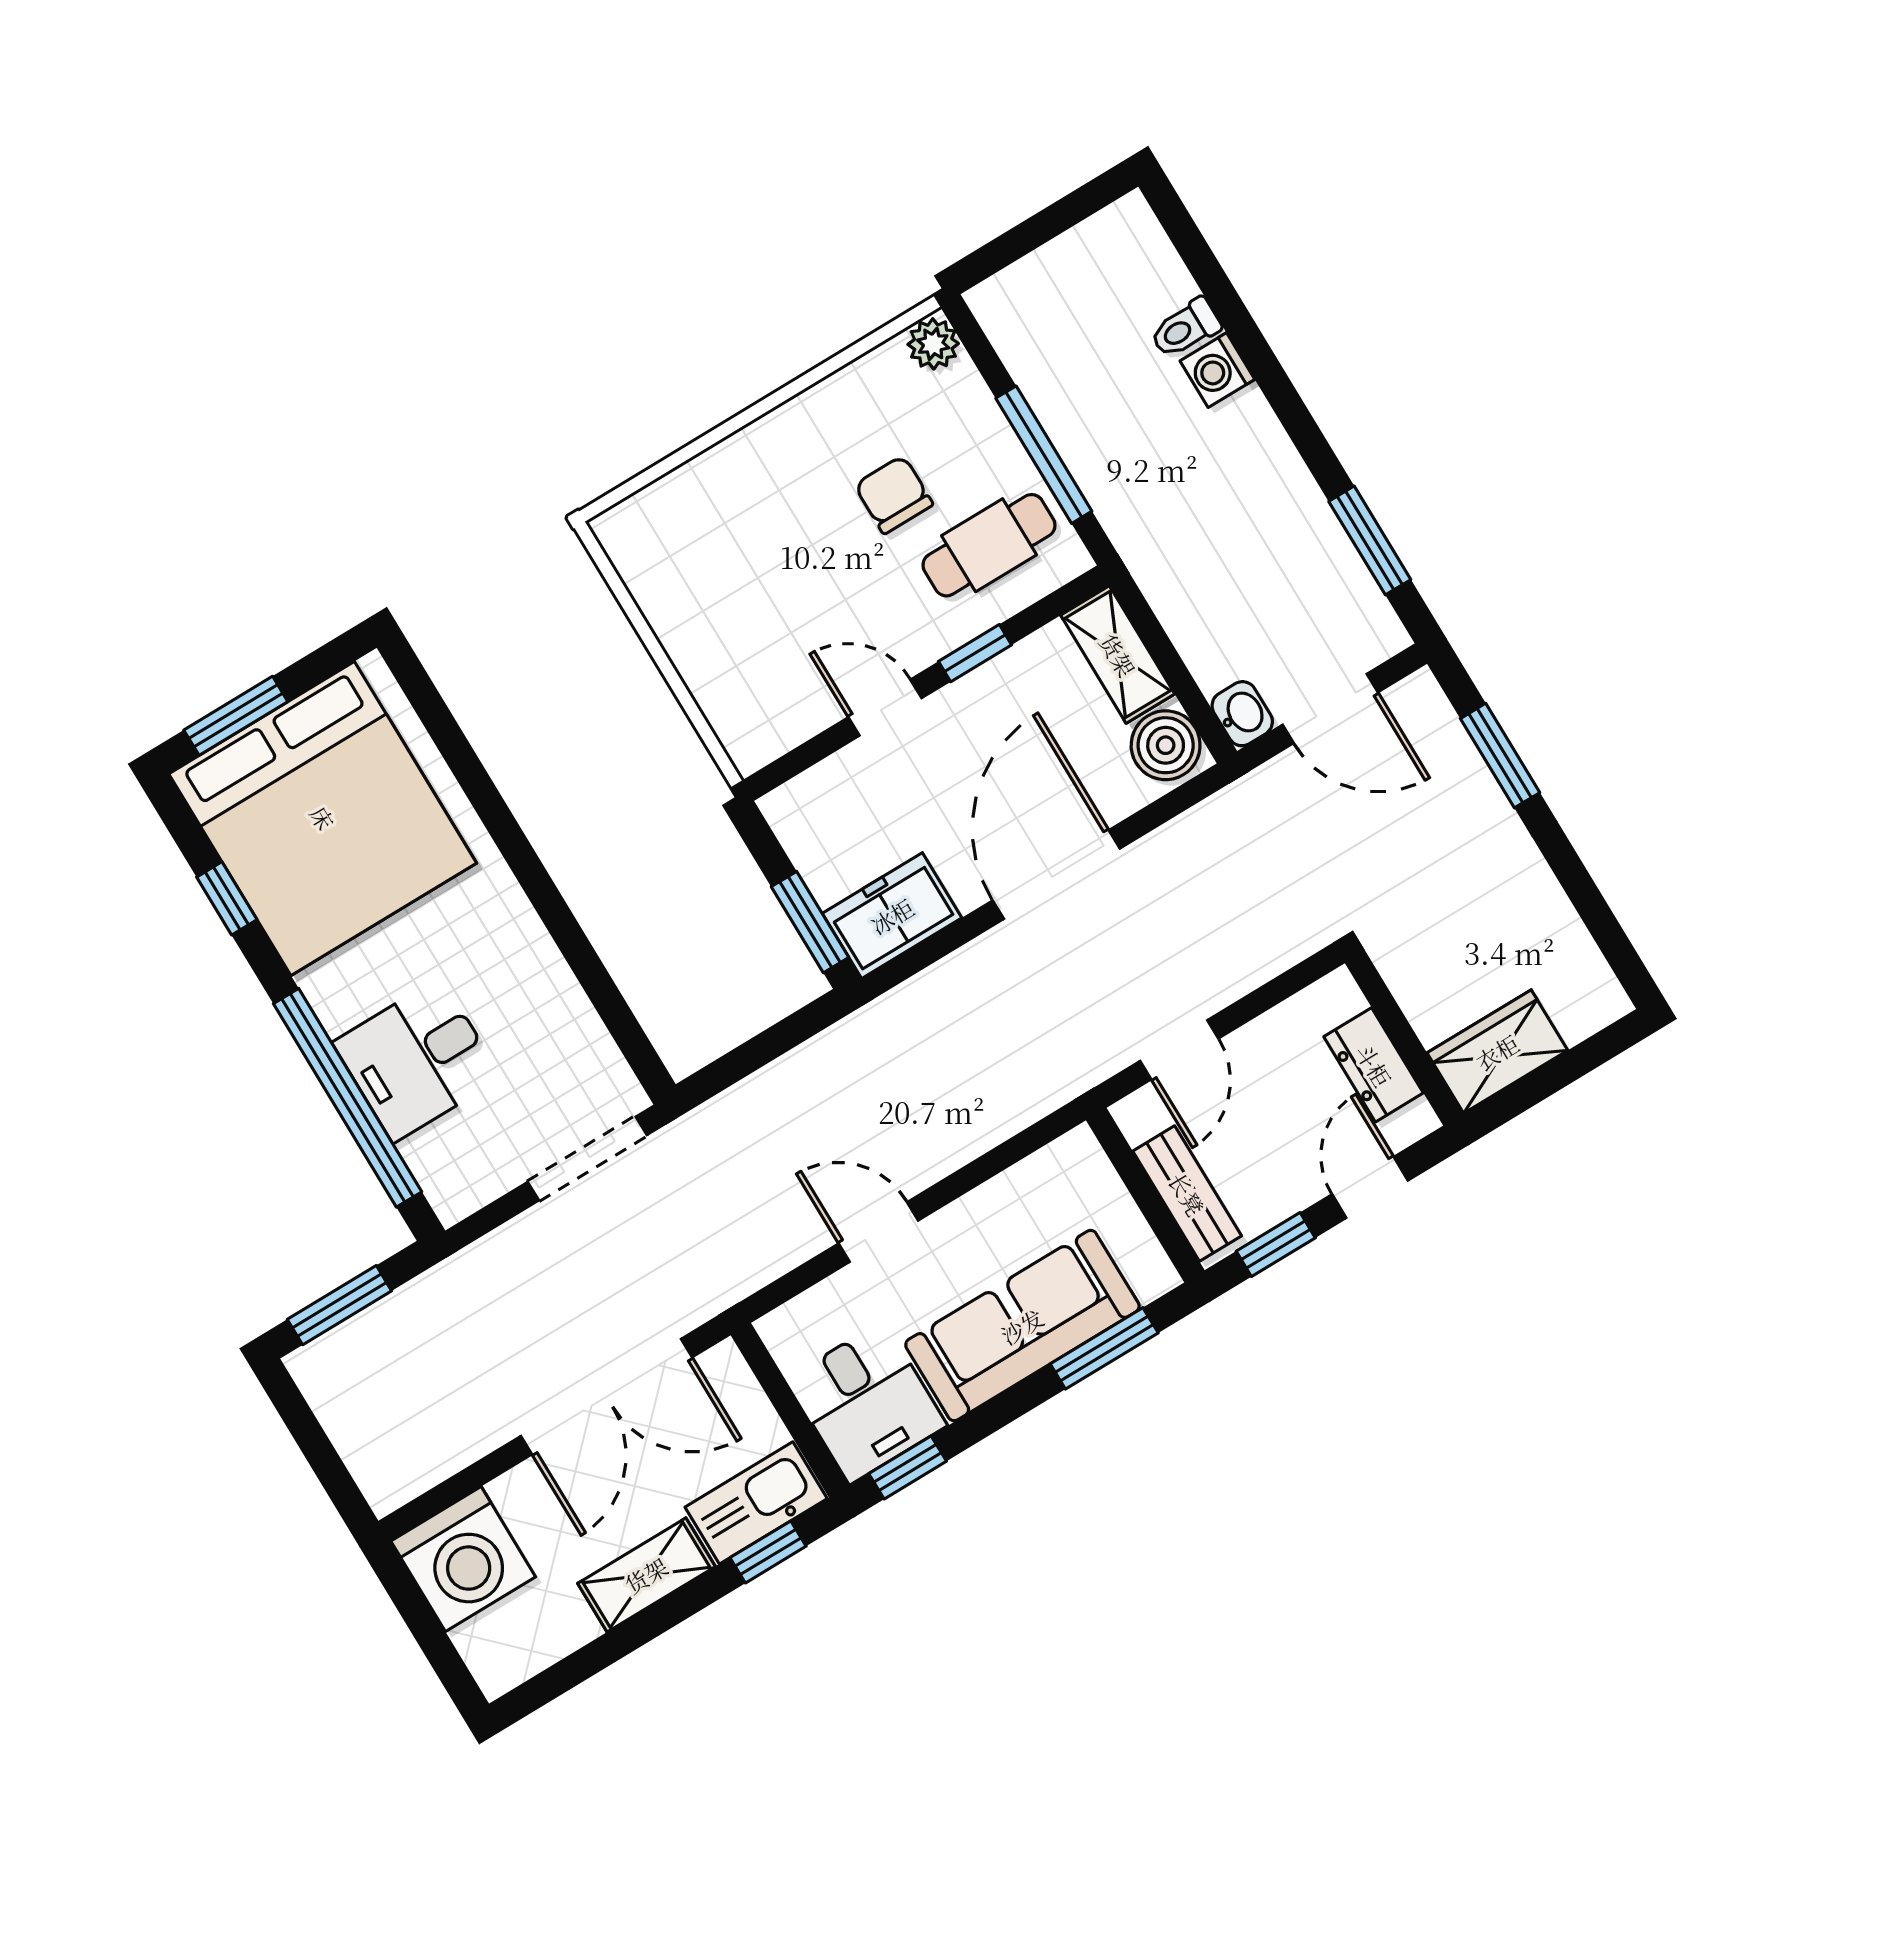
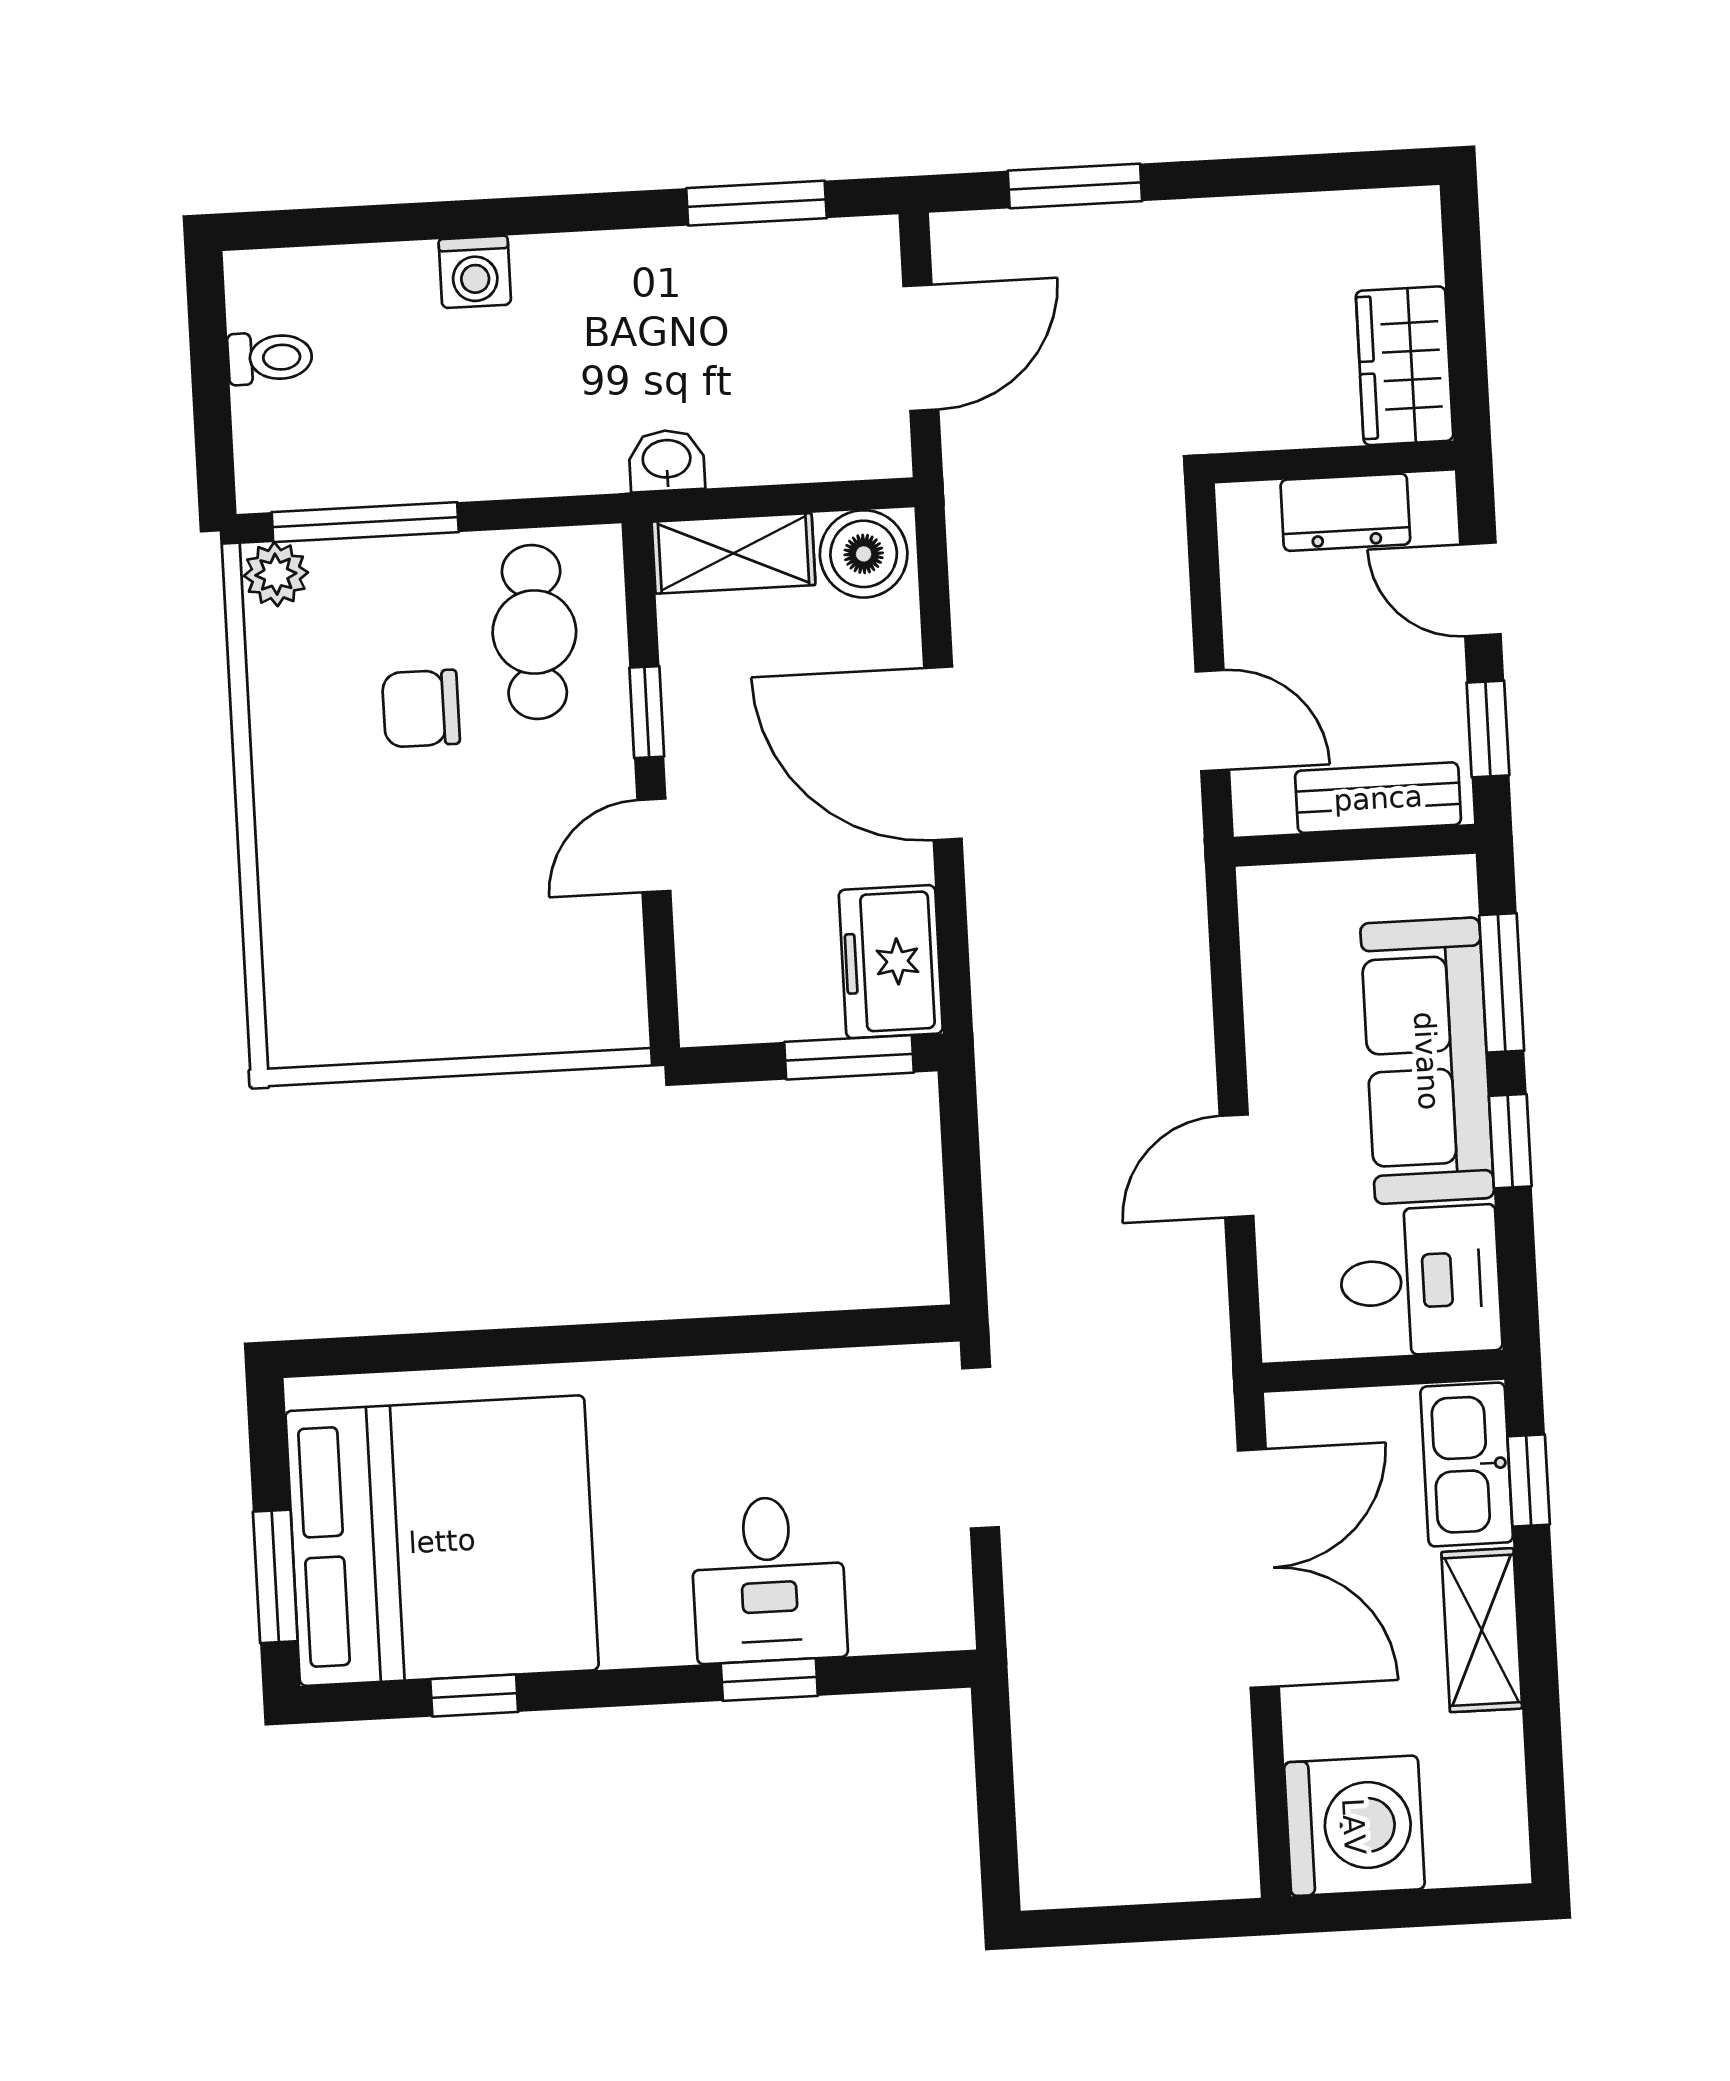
toilet: (1185, 328) -> (270, 358), moved, turned -90
window: (1044, 455) -> (365, 522), moved
washbasin: (1242, 714) -> (667, 461), moved
window: (348, 1098) -> (769, 1680), width x0.32
window: (339, 1305) -> (996, 1812), removed
window: (908, 1467) -> (1510, 1141), moved

